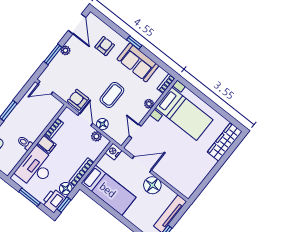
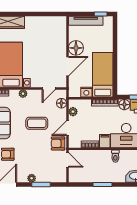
door: (46, 88) -> (67, 160), moved
armchair: (78, 100) -> (58, 143), turned 90
floor lamp: (102, 124) -> (61, 103), moved
nightstand: (113, 152) -> (86, 92), moved
door: (142, 164) -> (67, 66), swing flipped

